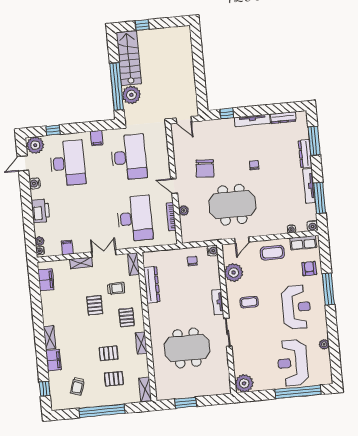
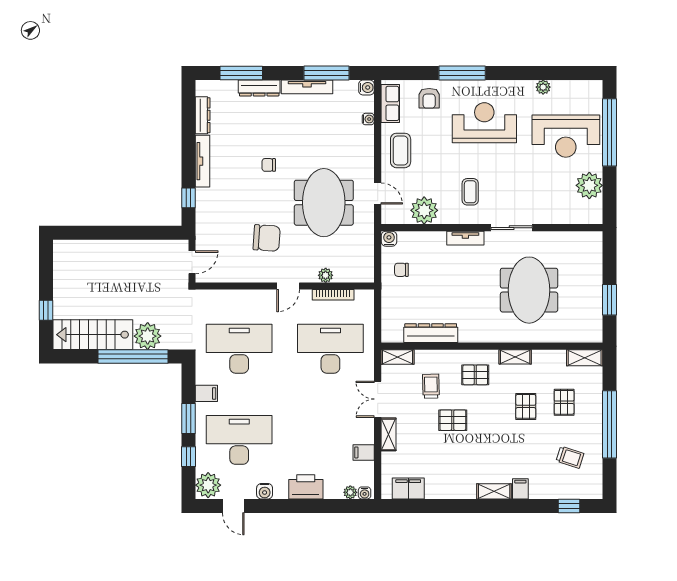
window: (79, 128) -> (189, 419), added
armchair: (309, 269) -> (429, 98), turned -90
filing cabinet: (53, 360) -> (520, 489), width x0.50
plant: (244, 383) -> (589, 185), moved

